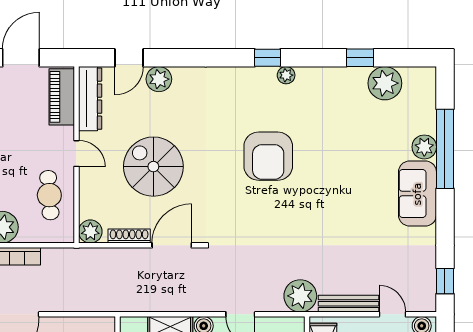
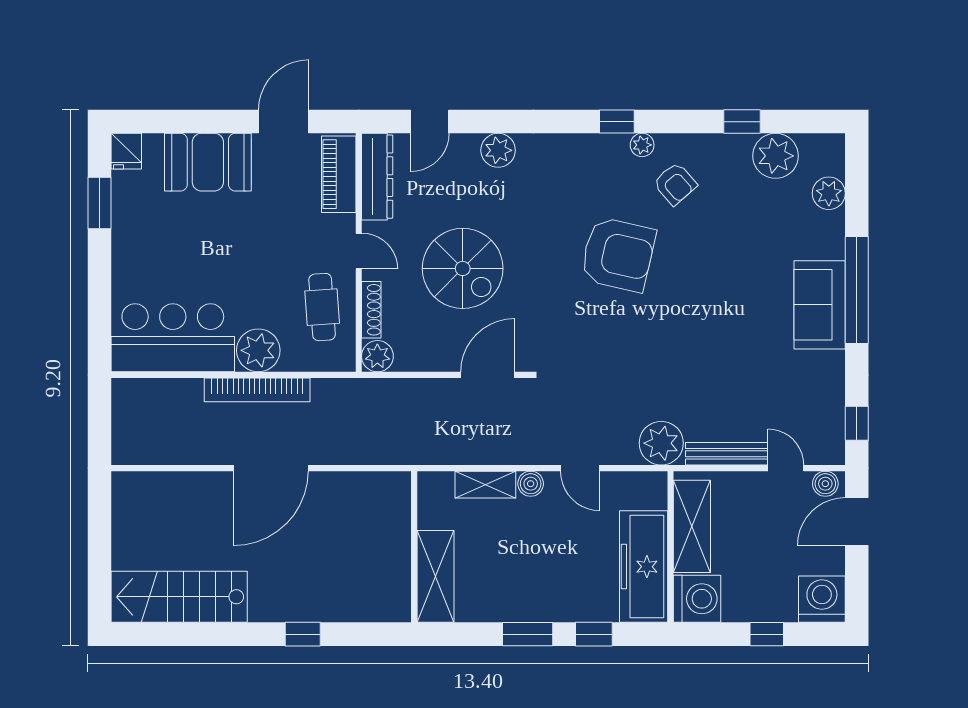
plant: (159, 79) -> (498, 150), moved
armchair: (311, 104) -> (675, 184), added
plant: (424, 147) -> (829, 193), moved
window: (445, 149) -> (857, 290), moved
armchair: (268, 156) -> (618, 254), turned -77
spiral stairs: (153, 167) -> (463, 268), turned 180
shoe rack: (129, 236) -> (371, 310), moved, turned 90

